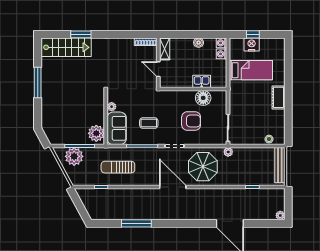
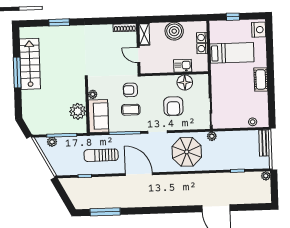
boiler: (199, 43) -> (174, 31), width x1.86, depth x1.86
washing machine: (221, 43) -> (202, 49), moved
nightstand: (252, 45) -> (259, 30), moved, turned 90
stairs: (66, 47) -> (30, 64), moved, turned -90
armchair: (149, 104) -> (130, 90), added
armchair: (191, 121) -> (173, 106), turned 90
plant: (96, 133) -> (78, 111), moved
plant: (74, 156) -> (52, 142), width x0.53, depth x0.53
bench: (280, 165) -> (264, 143), width x0.73
door: (173, 187) -> (139, 174), moved
plant: (280, 215) -> (266, 176), moved
window: (136, 223) -> (105, 212), moved

